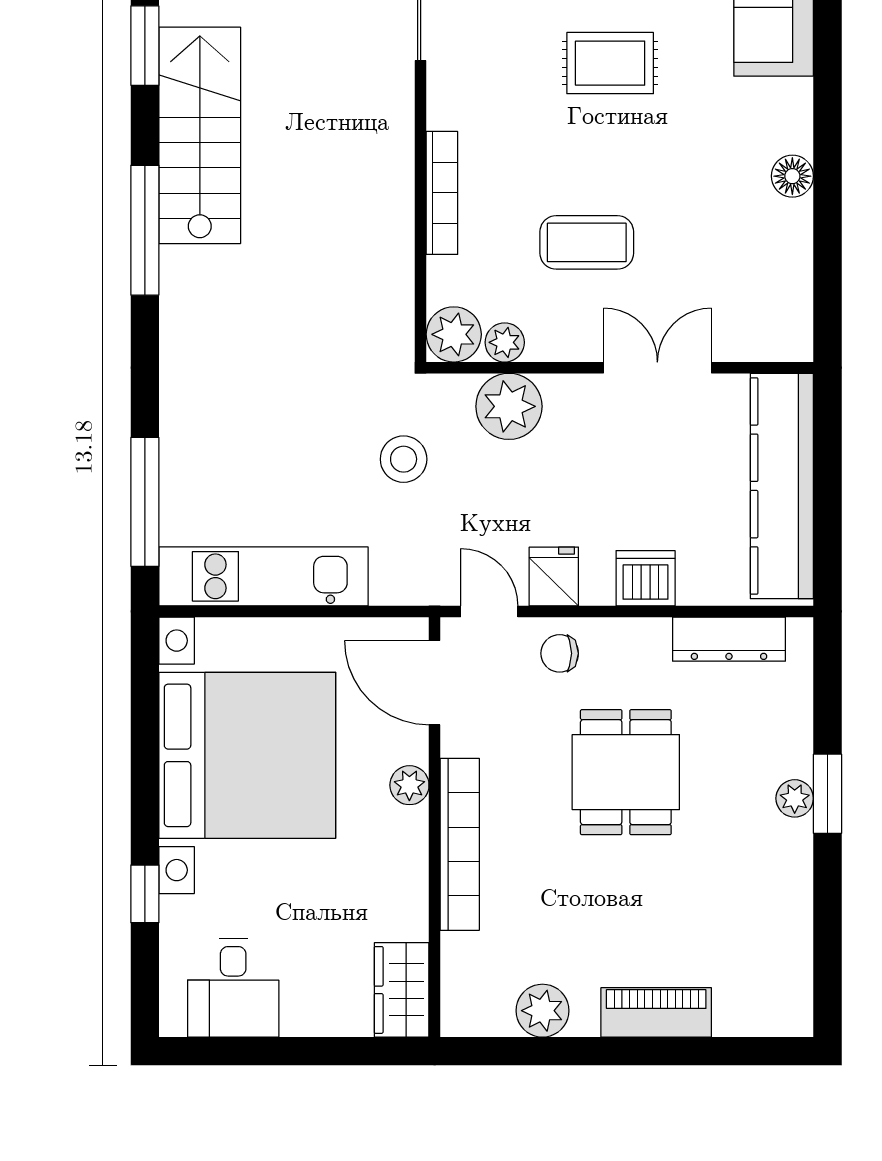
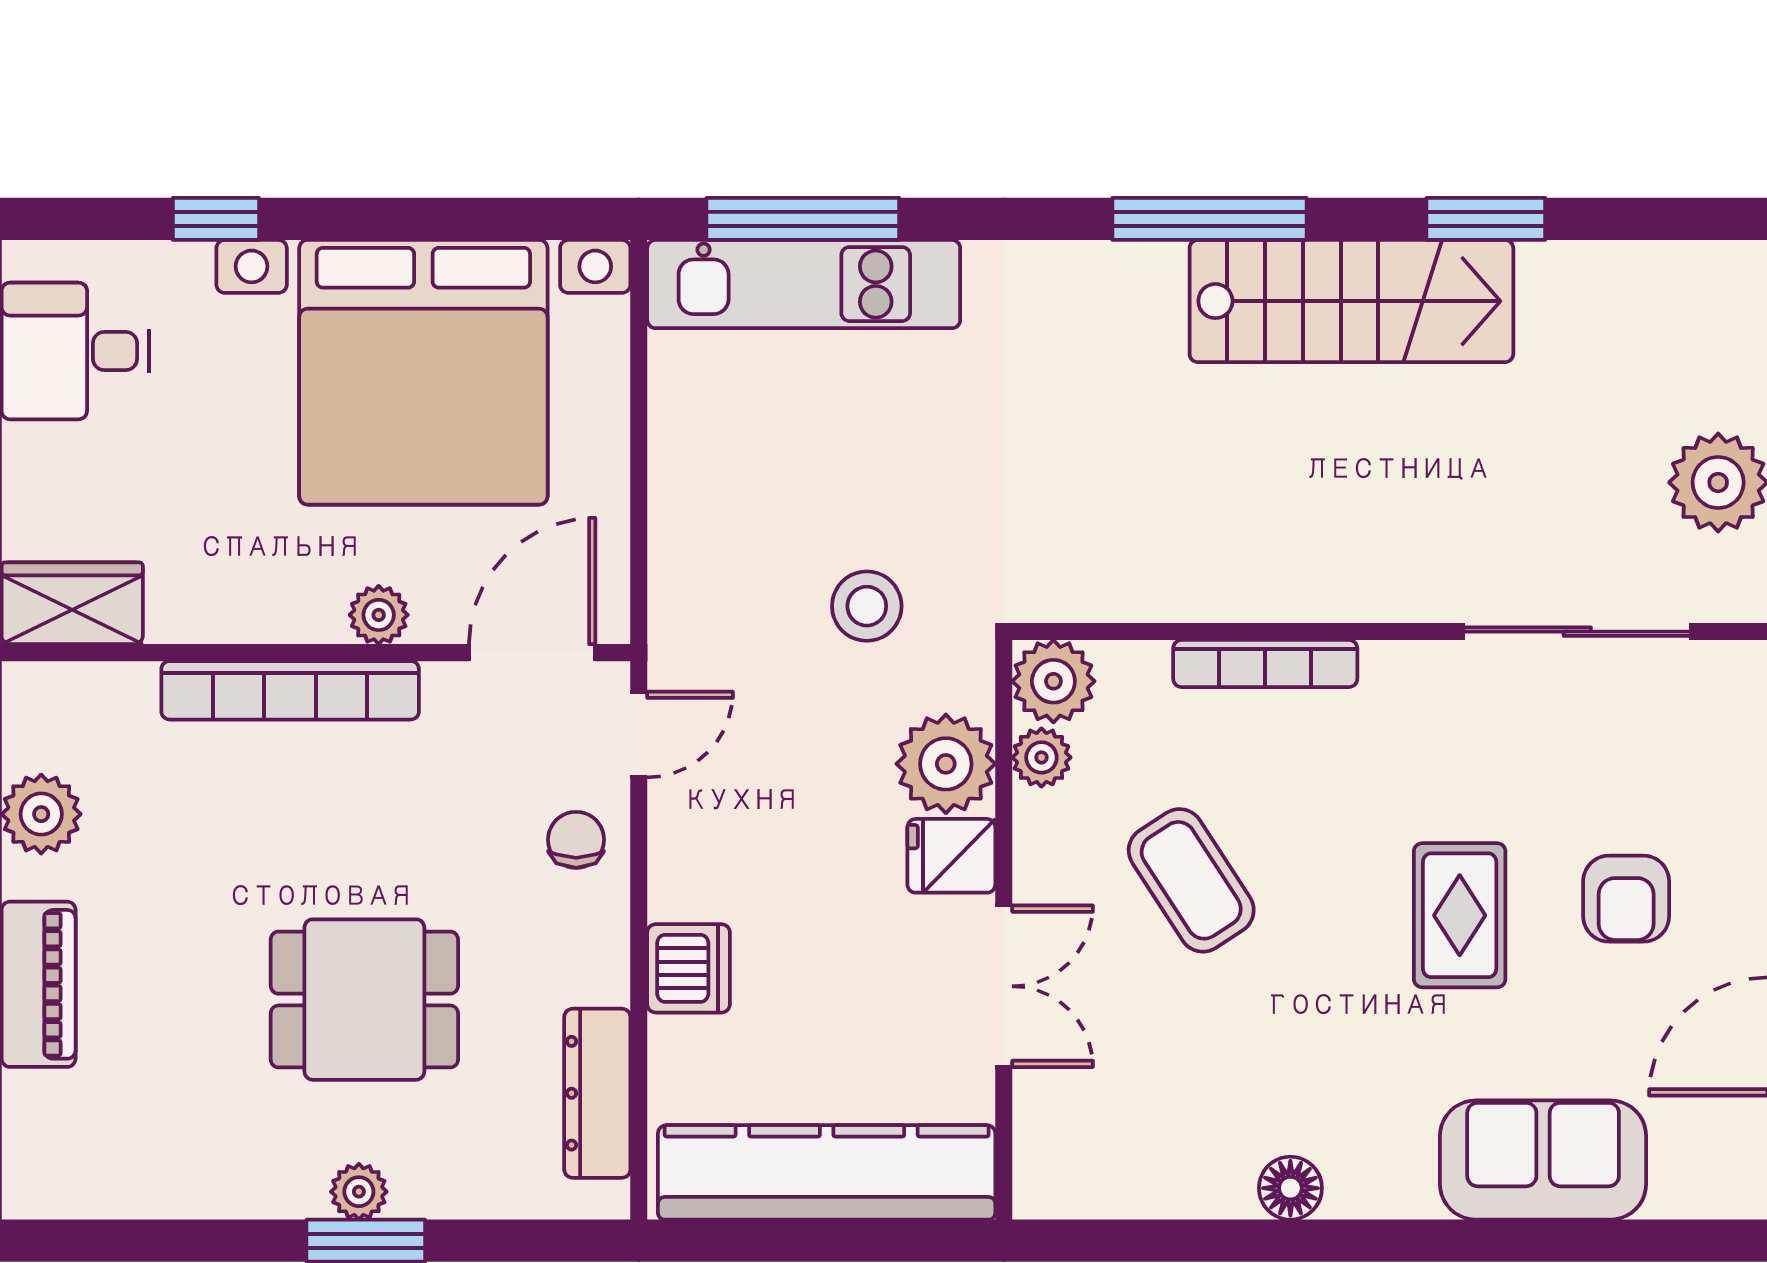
coffee table: (587, 242) -> (1191, 880), turned -33
kitchen unit: (264, 576) -> (804, 284), moved, turned 90
fridge: (554, 576) -> (951, 856), moved, turned 180
dining table: (626, 772) -> (364, 1000), moved

